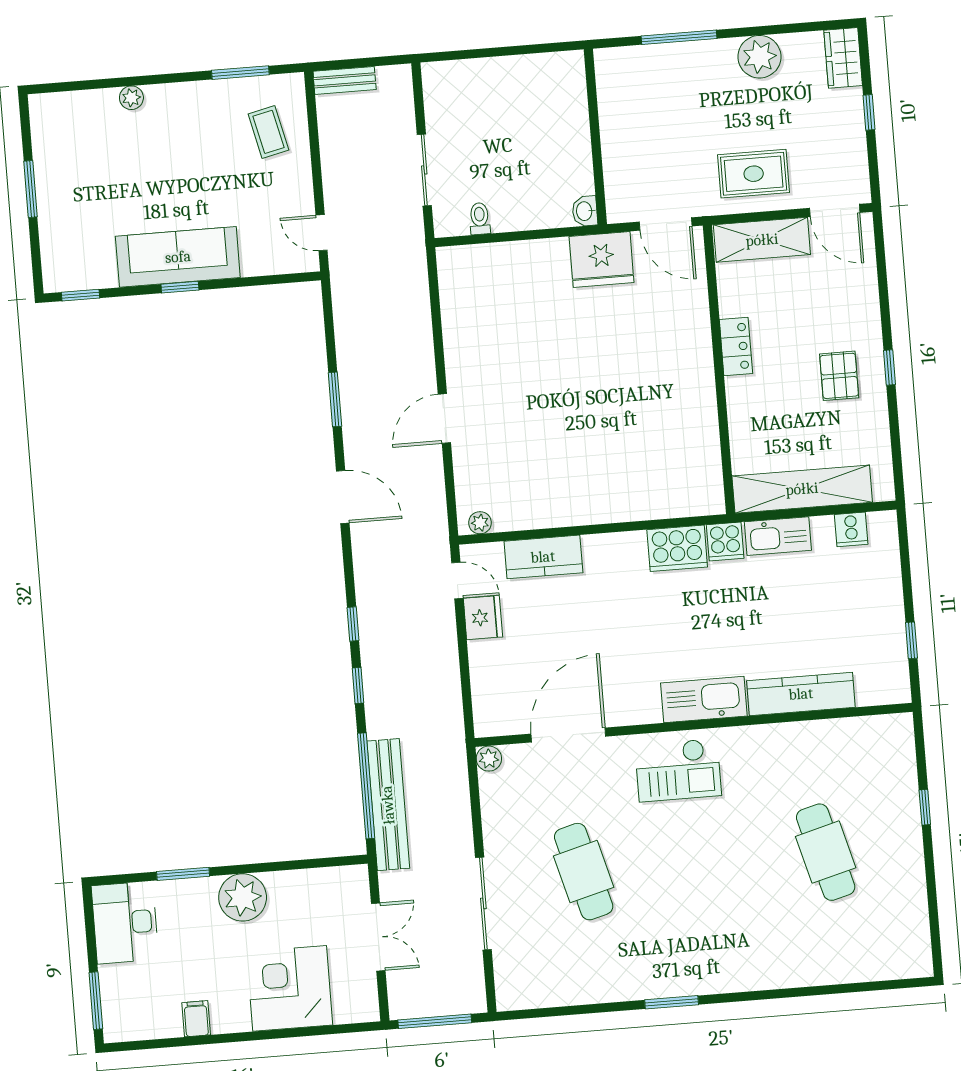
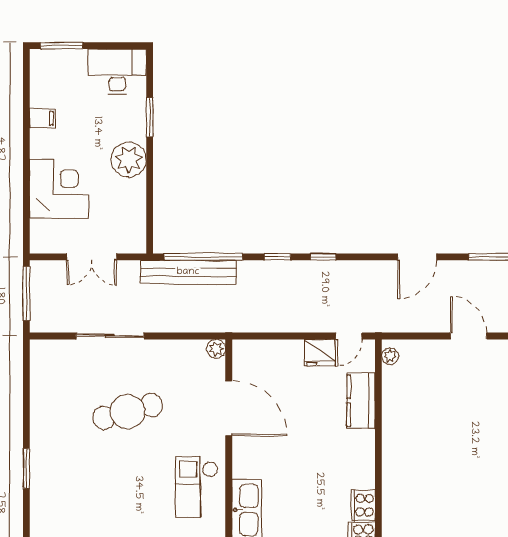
cooker: (677, 548) -> (363, 505), width x0.73, depth x0.76

